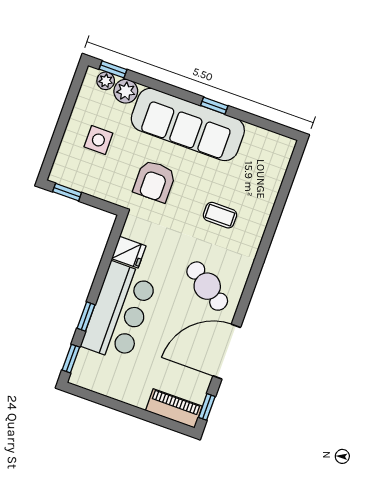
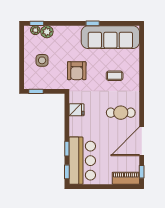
sofa: (188, 124) -> (110, 37), moved
cafe table: (207, 286) -> (121, 113), turned -34
bar counter: (119, 312) -> (82, 161), moved

